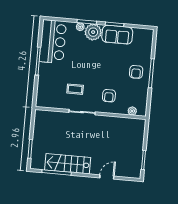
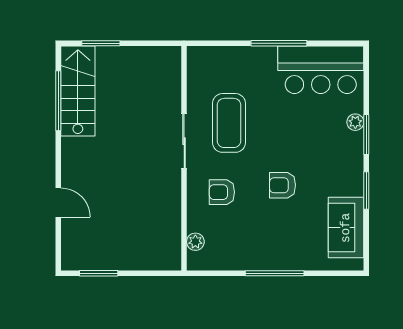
plant: (93, 32) -> (347, 149), removed
sofa: (117, 35) -> (346, 228), moved
armchair: (136, 72) -> (283, 185), moved
coffee table: (75, 89) -> (229, 123), width x1.86, depth x1.72
stairs: (68, 164) -> (78, 91), moved

